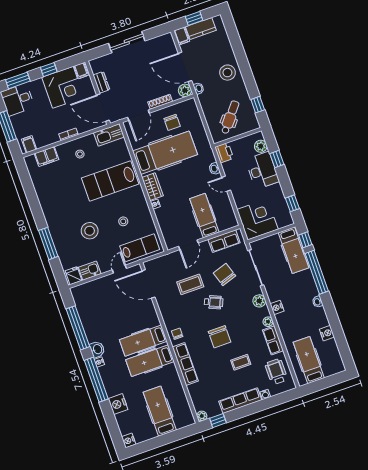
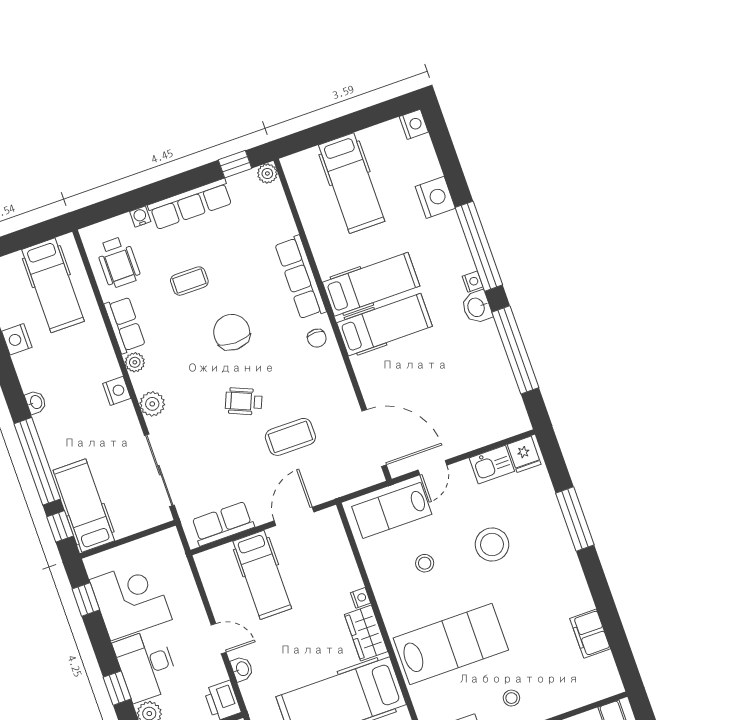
filing cabinet: (47, 157) -> (590, 634), moved, turned -90
corner desk: (257, 219) -> (131, 600), moved, turned 180
chair: (224, 274) -> (222, 457), removed

